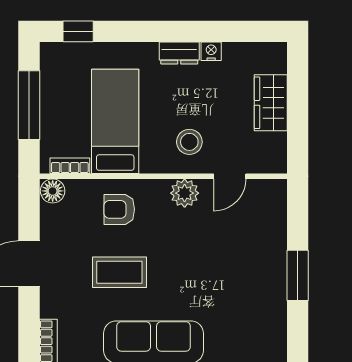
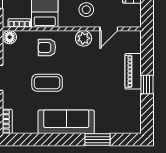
piano: (273, 252) -> (133, 71), added
window: (298, 275) -> (147, 84), width x0.67

